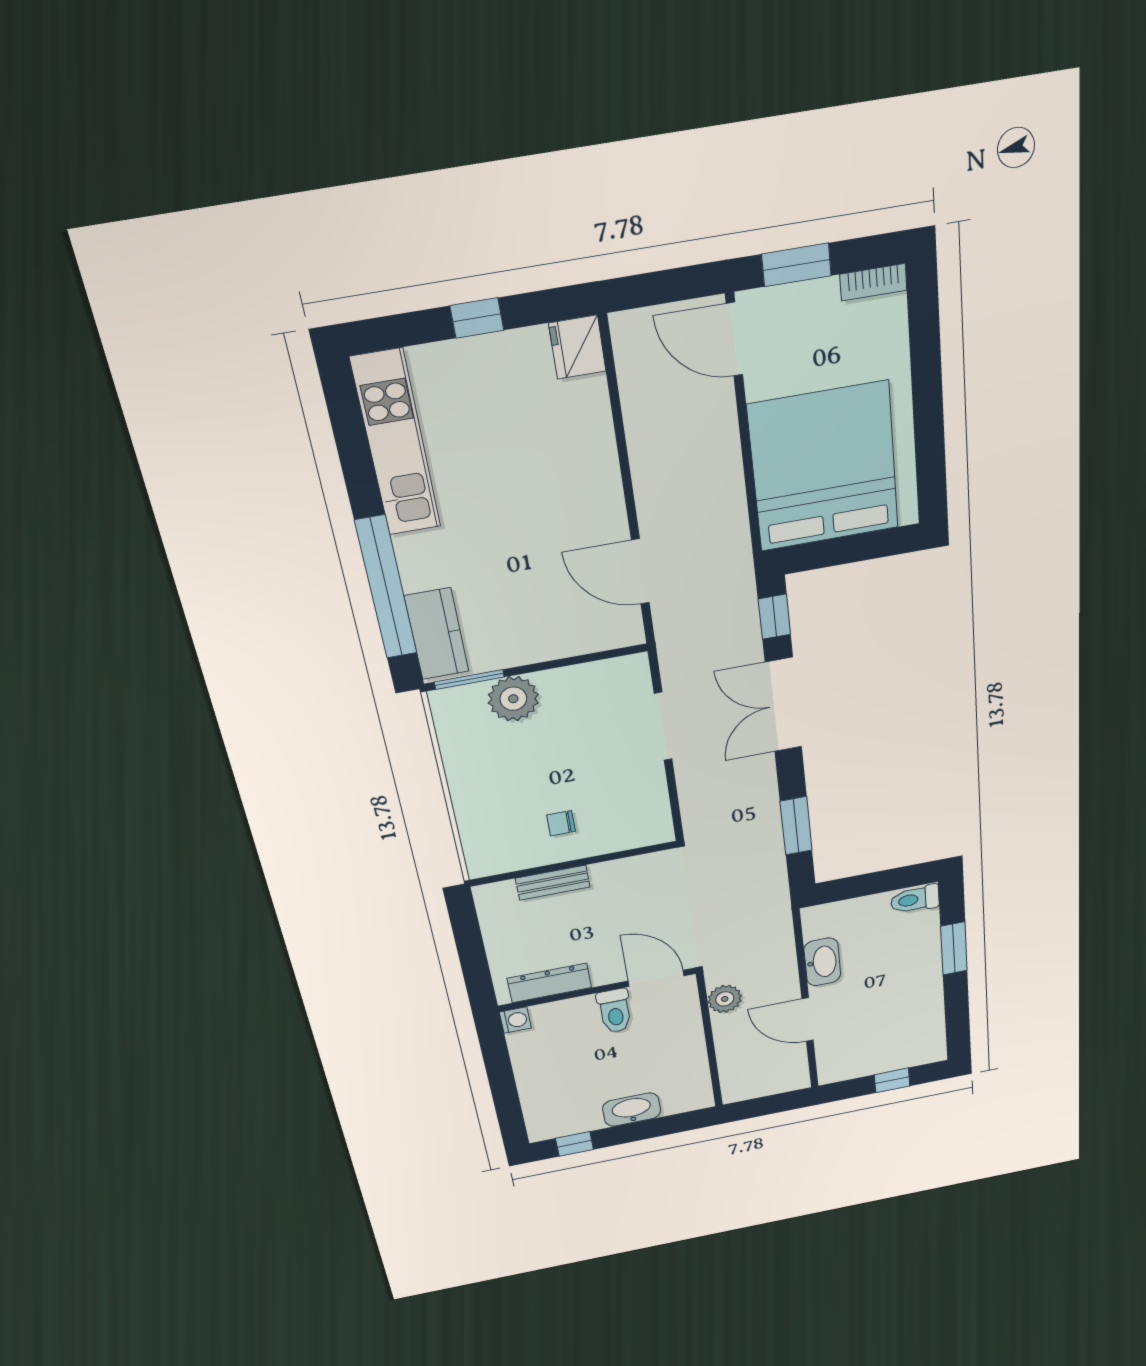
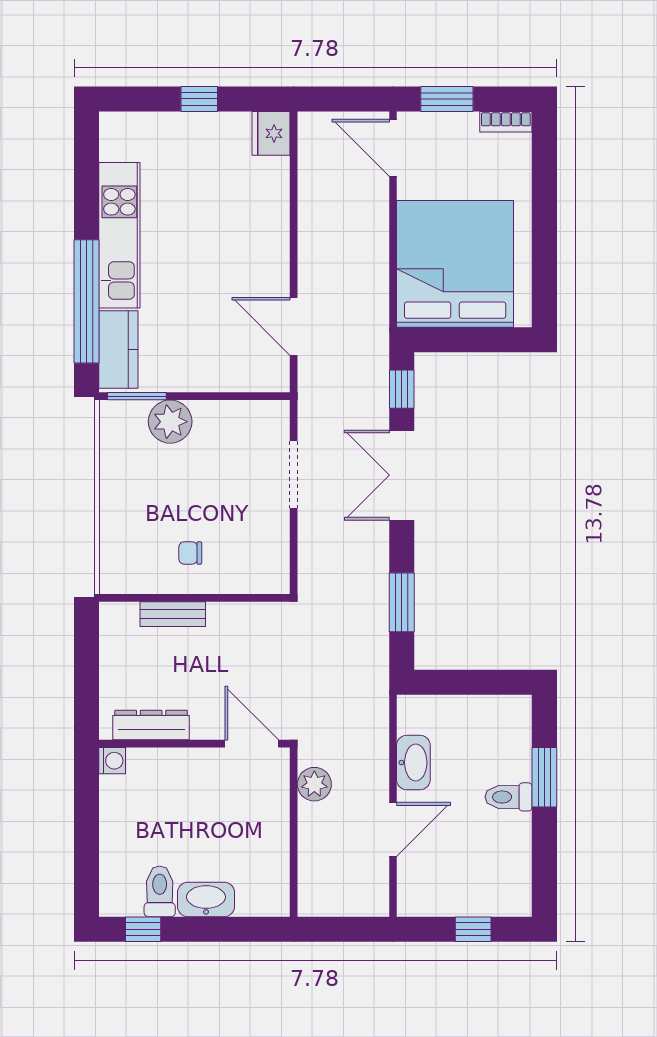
kitchen unit: (396, 444) -> (119, 235), moved
toilet: (915, 899) -> (509, 797), moved
toilet: (615, 1011) -> (160, 891), moved, turned 180
door: (808, 1020) -> (393, 829), swing flipped

